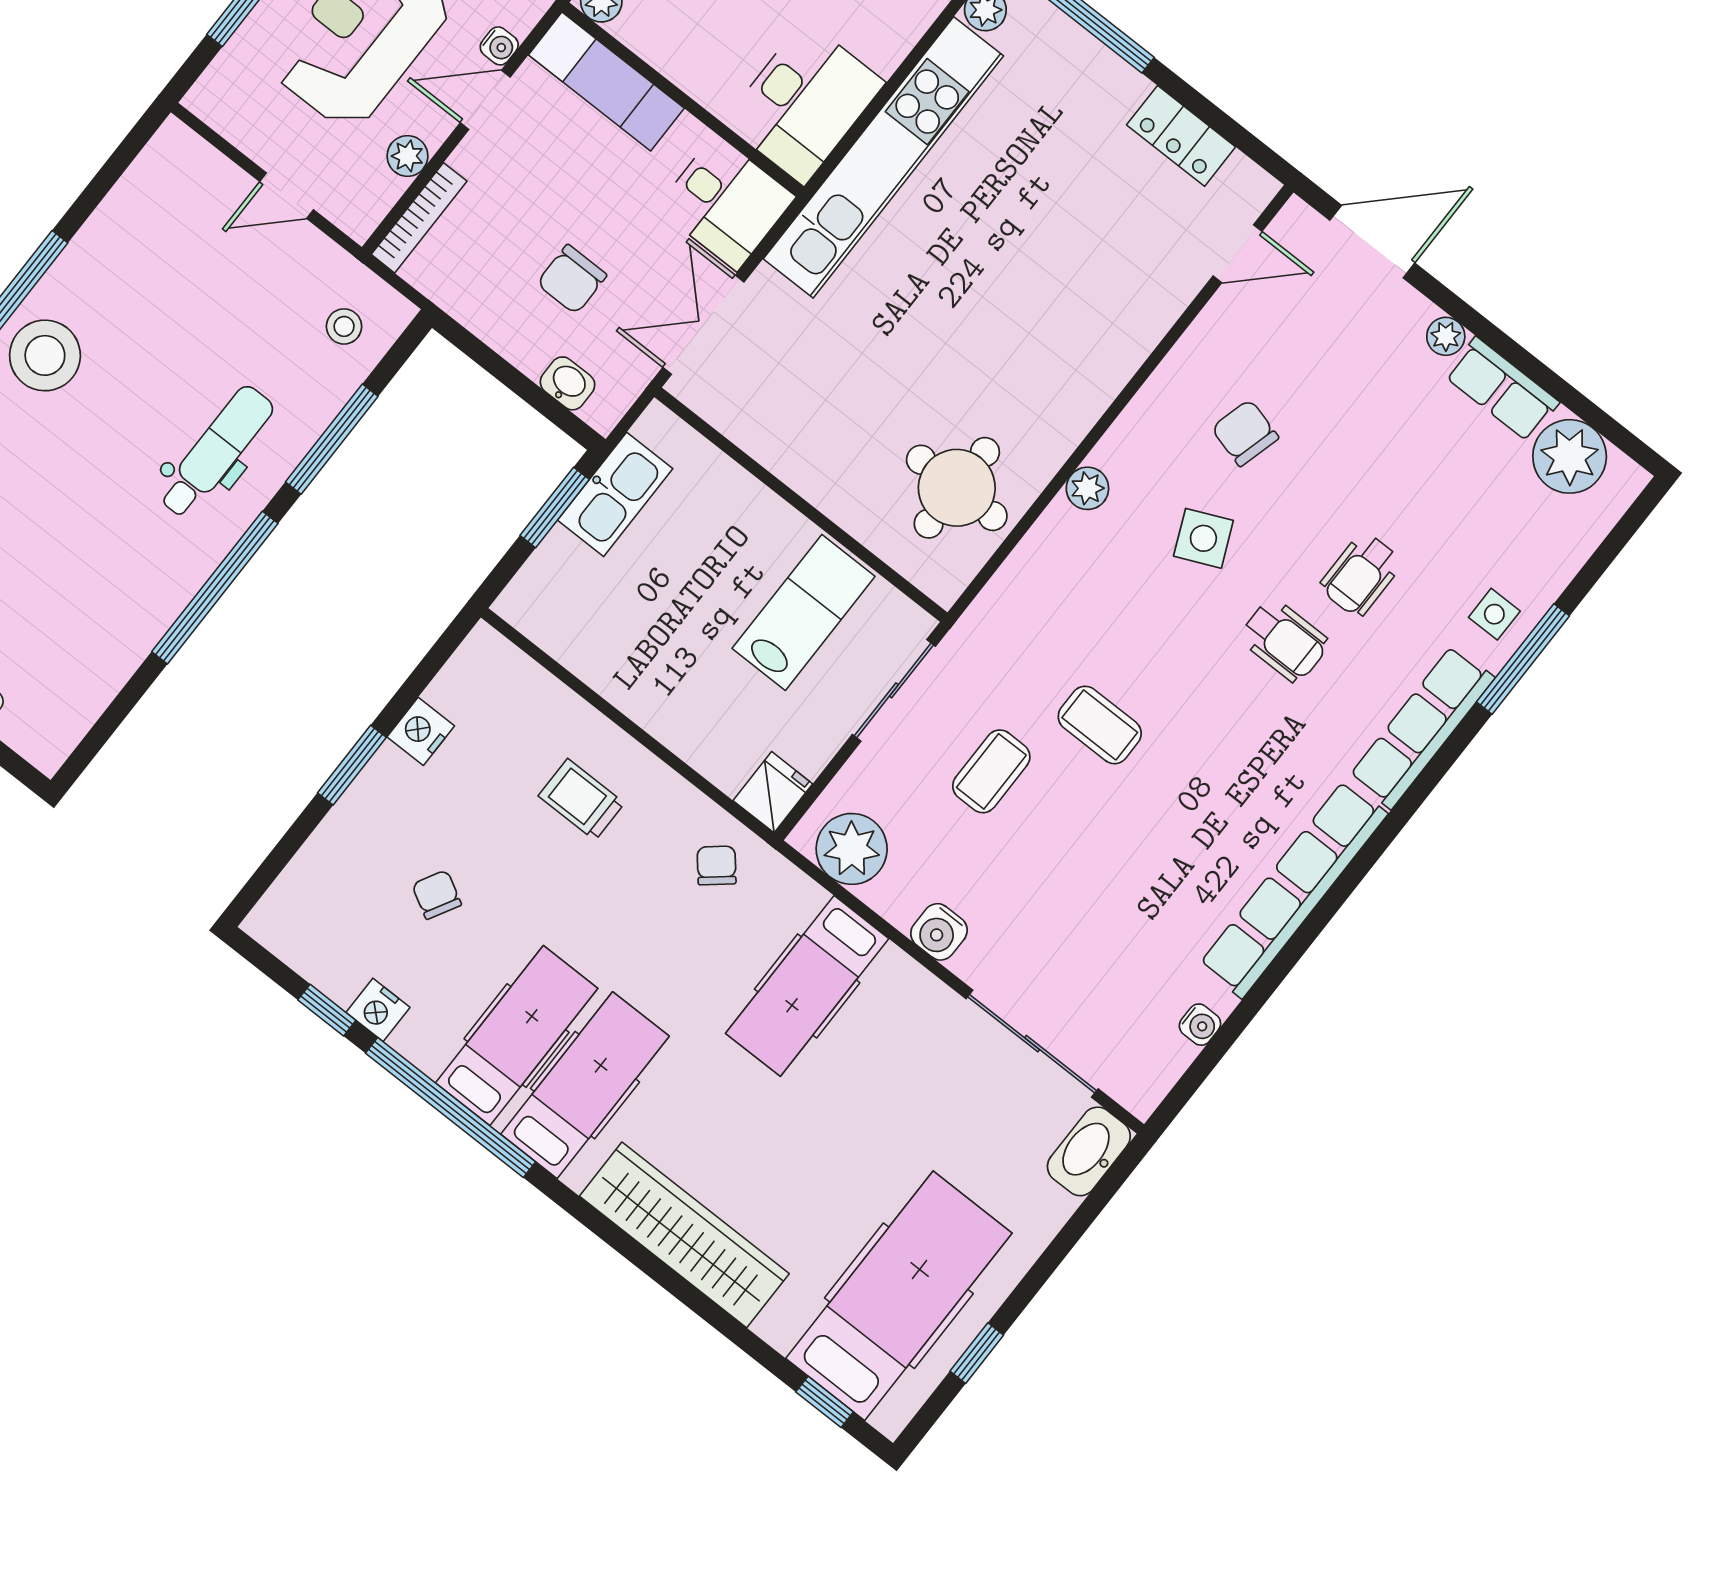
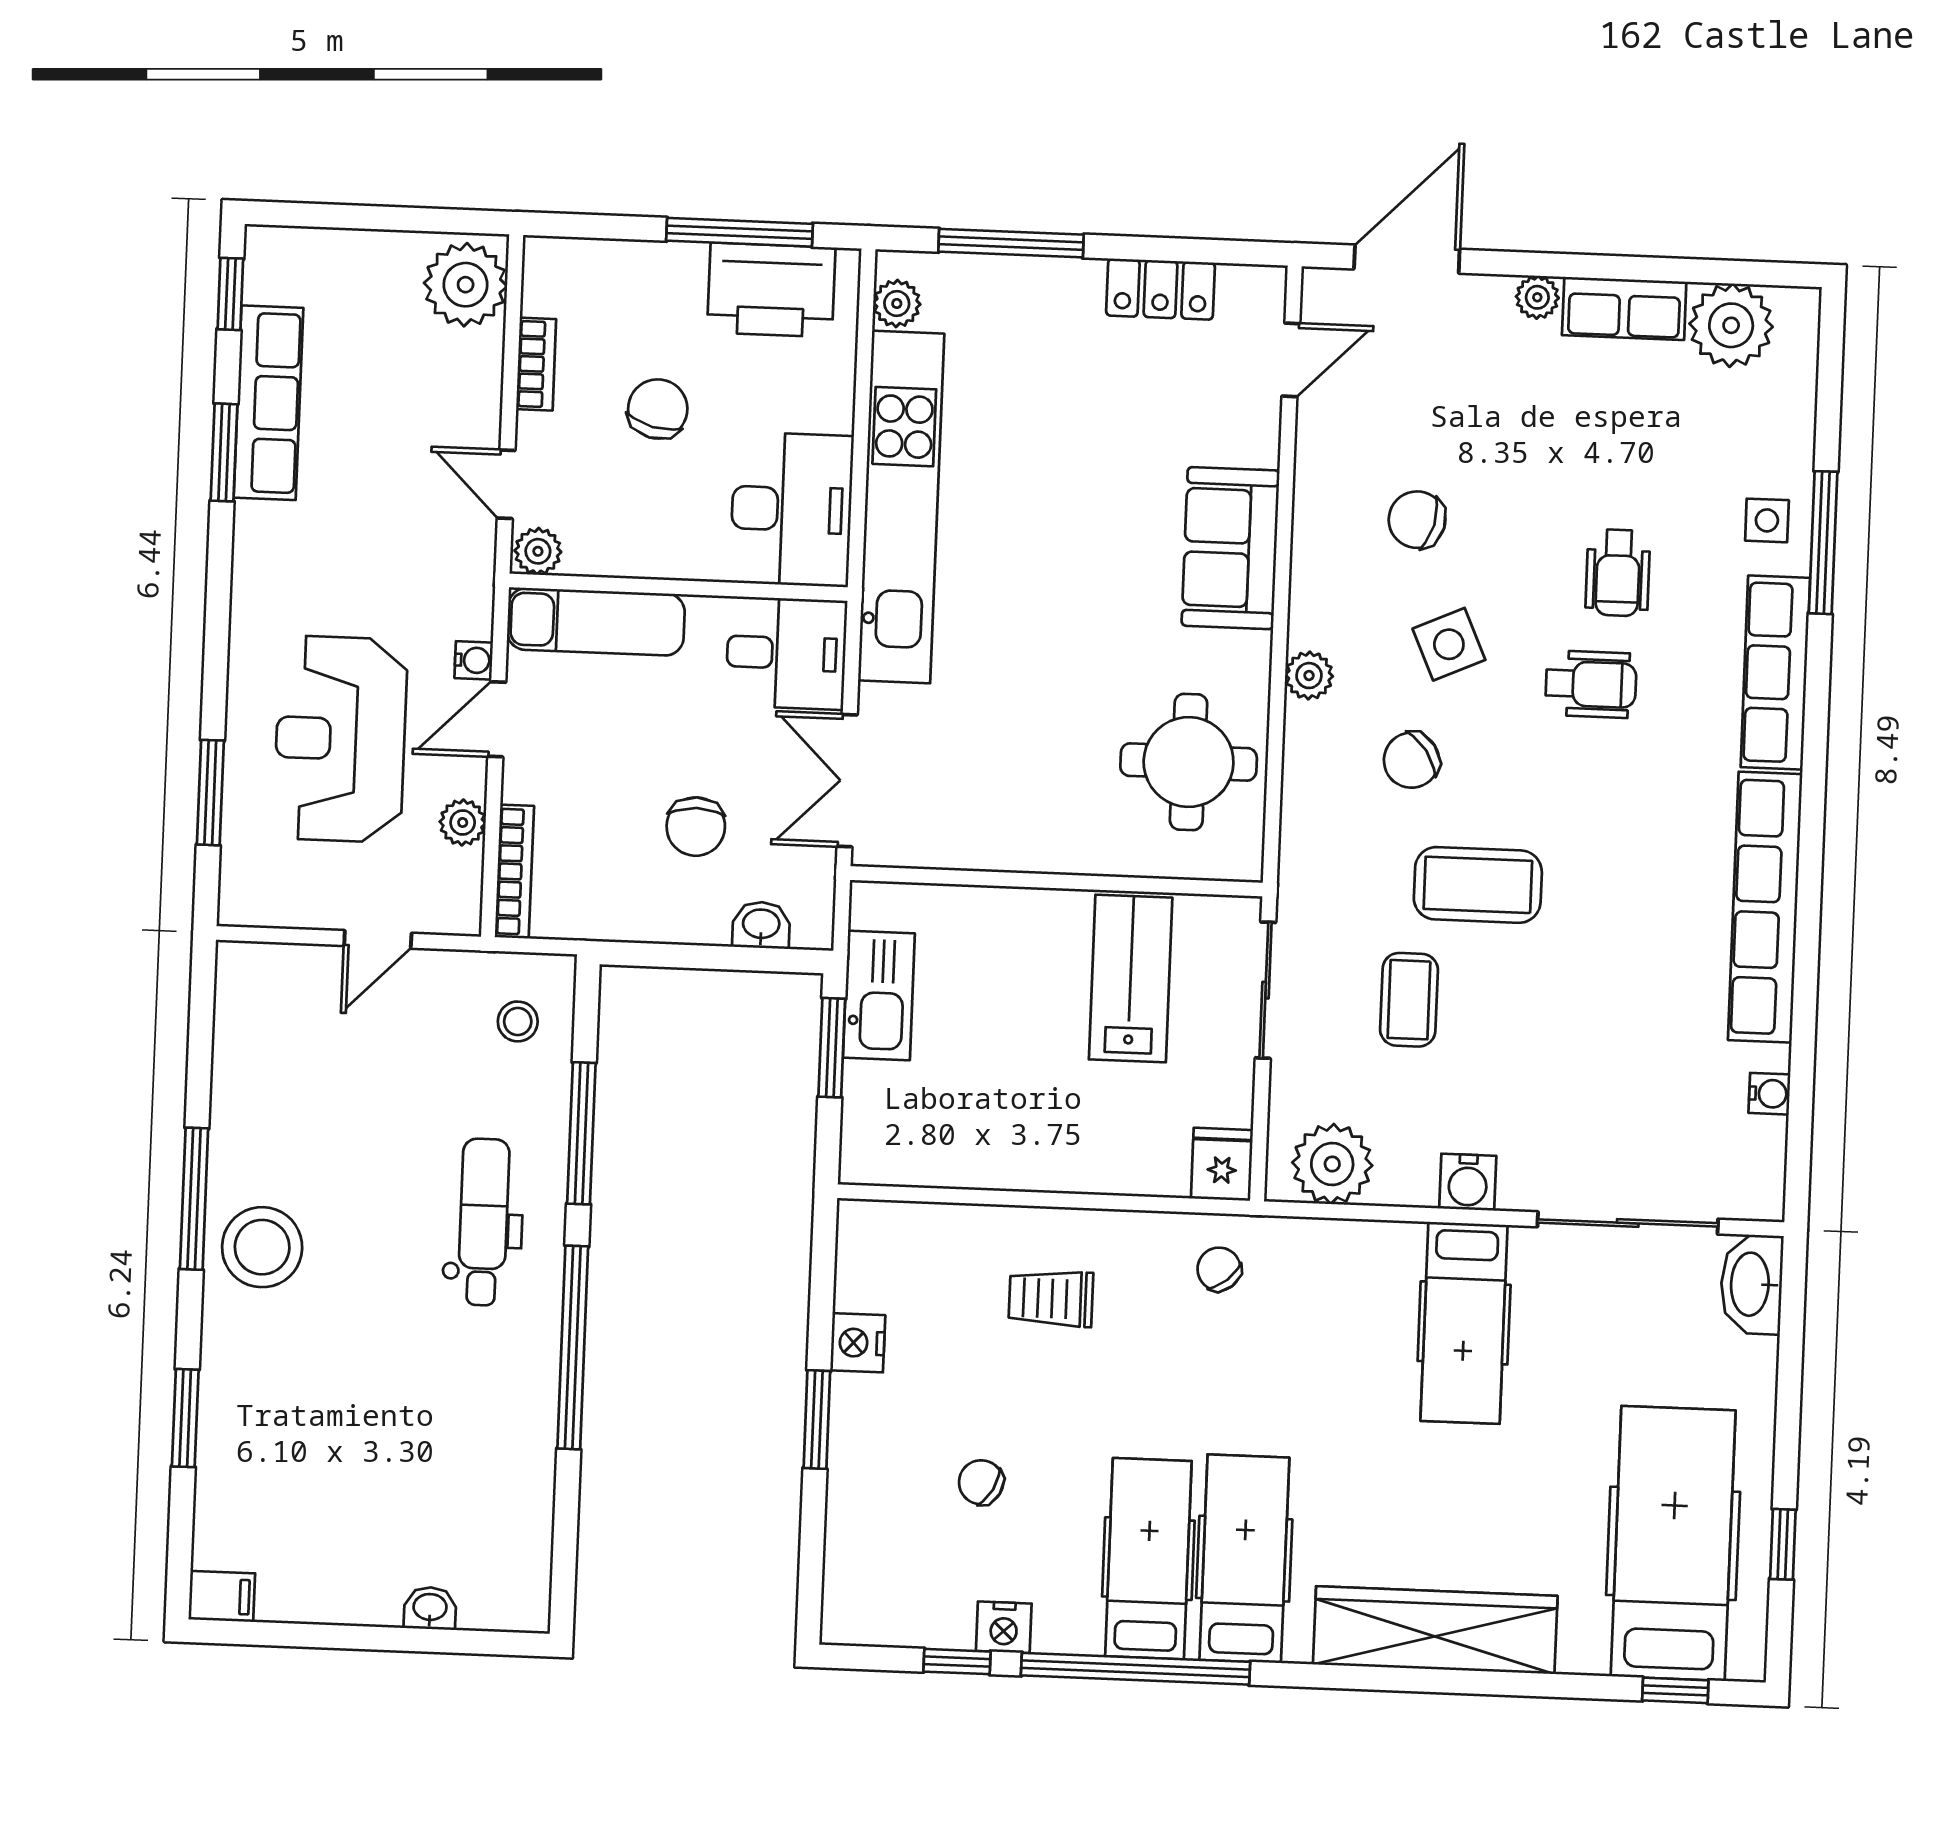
sofa: (1097, 357) -> (1231, 548), added
chair: (1117, 602) -> (1411, 760), added
coffee table: (1100, 725) -> (1478, 885), width x1.36, depth x1.30
hospital bed: (807, 986) -> (1464, 1323), moved

